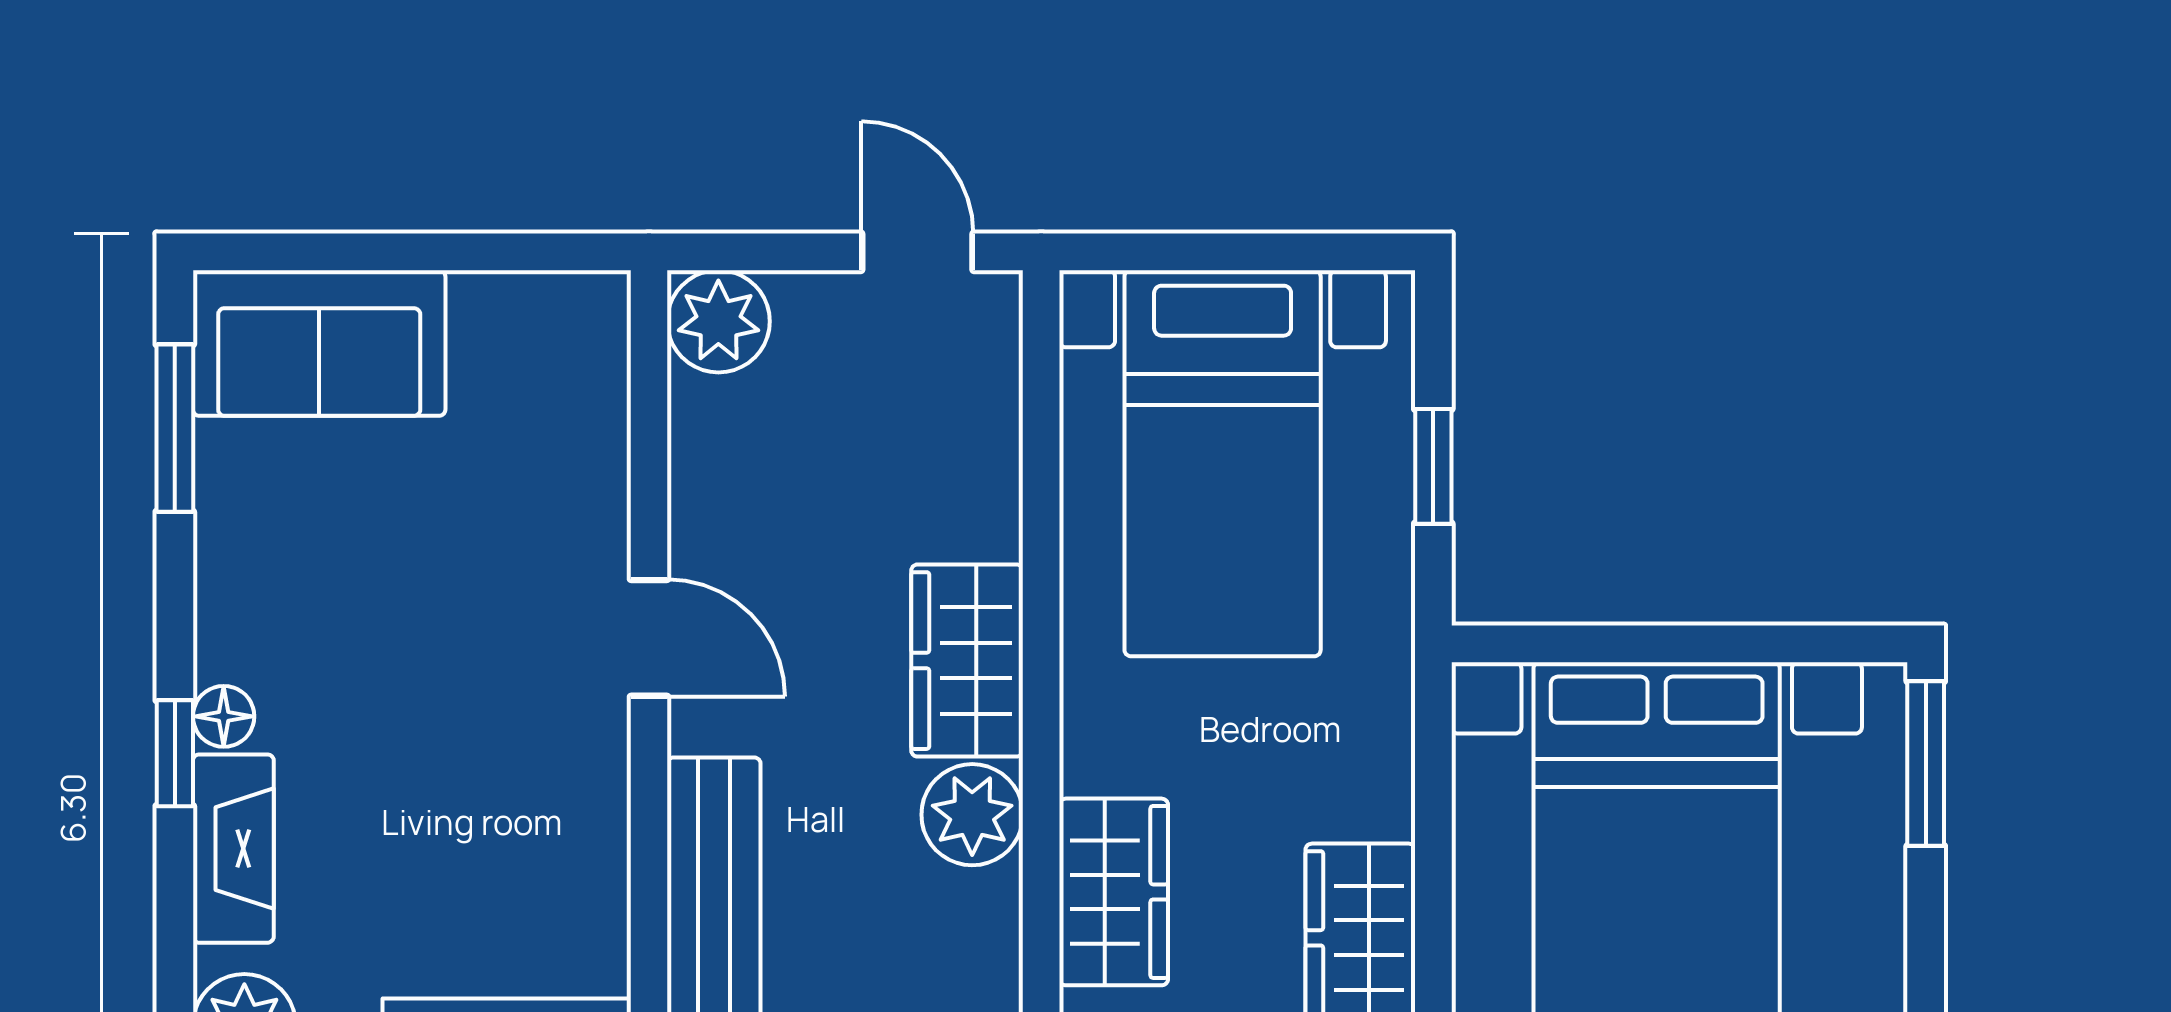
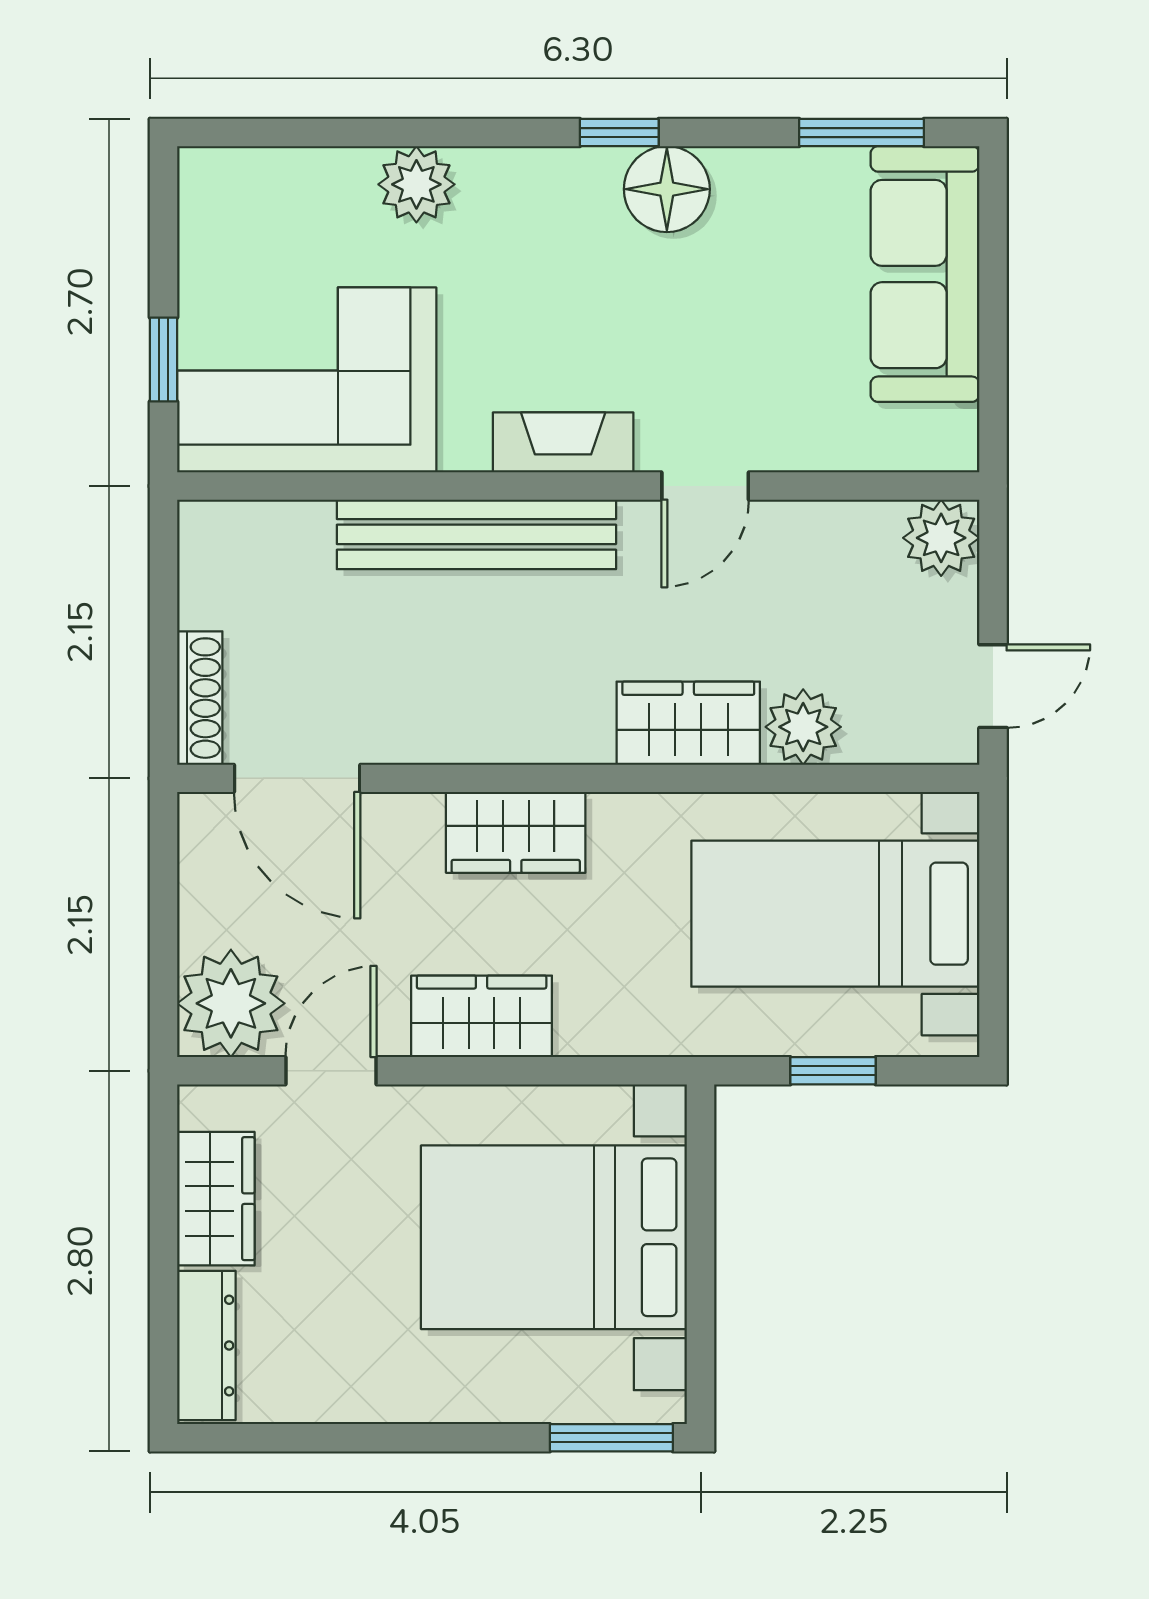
sofa: (319, 343) -> (925, 274), width x1.36
floor lamp: (224, 716) -> (667, 189), width x1.89, depth x1.89
plant: (972, 815) -> (803, 727), moved
fireplace: (233, 849) -> (563, 442), moved, turned 180

